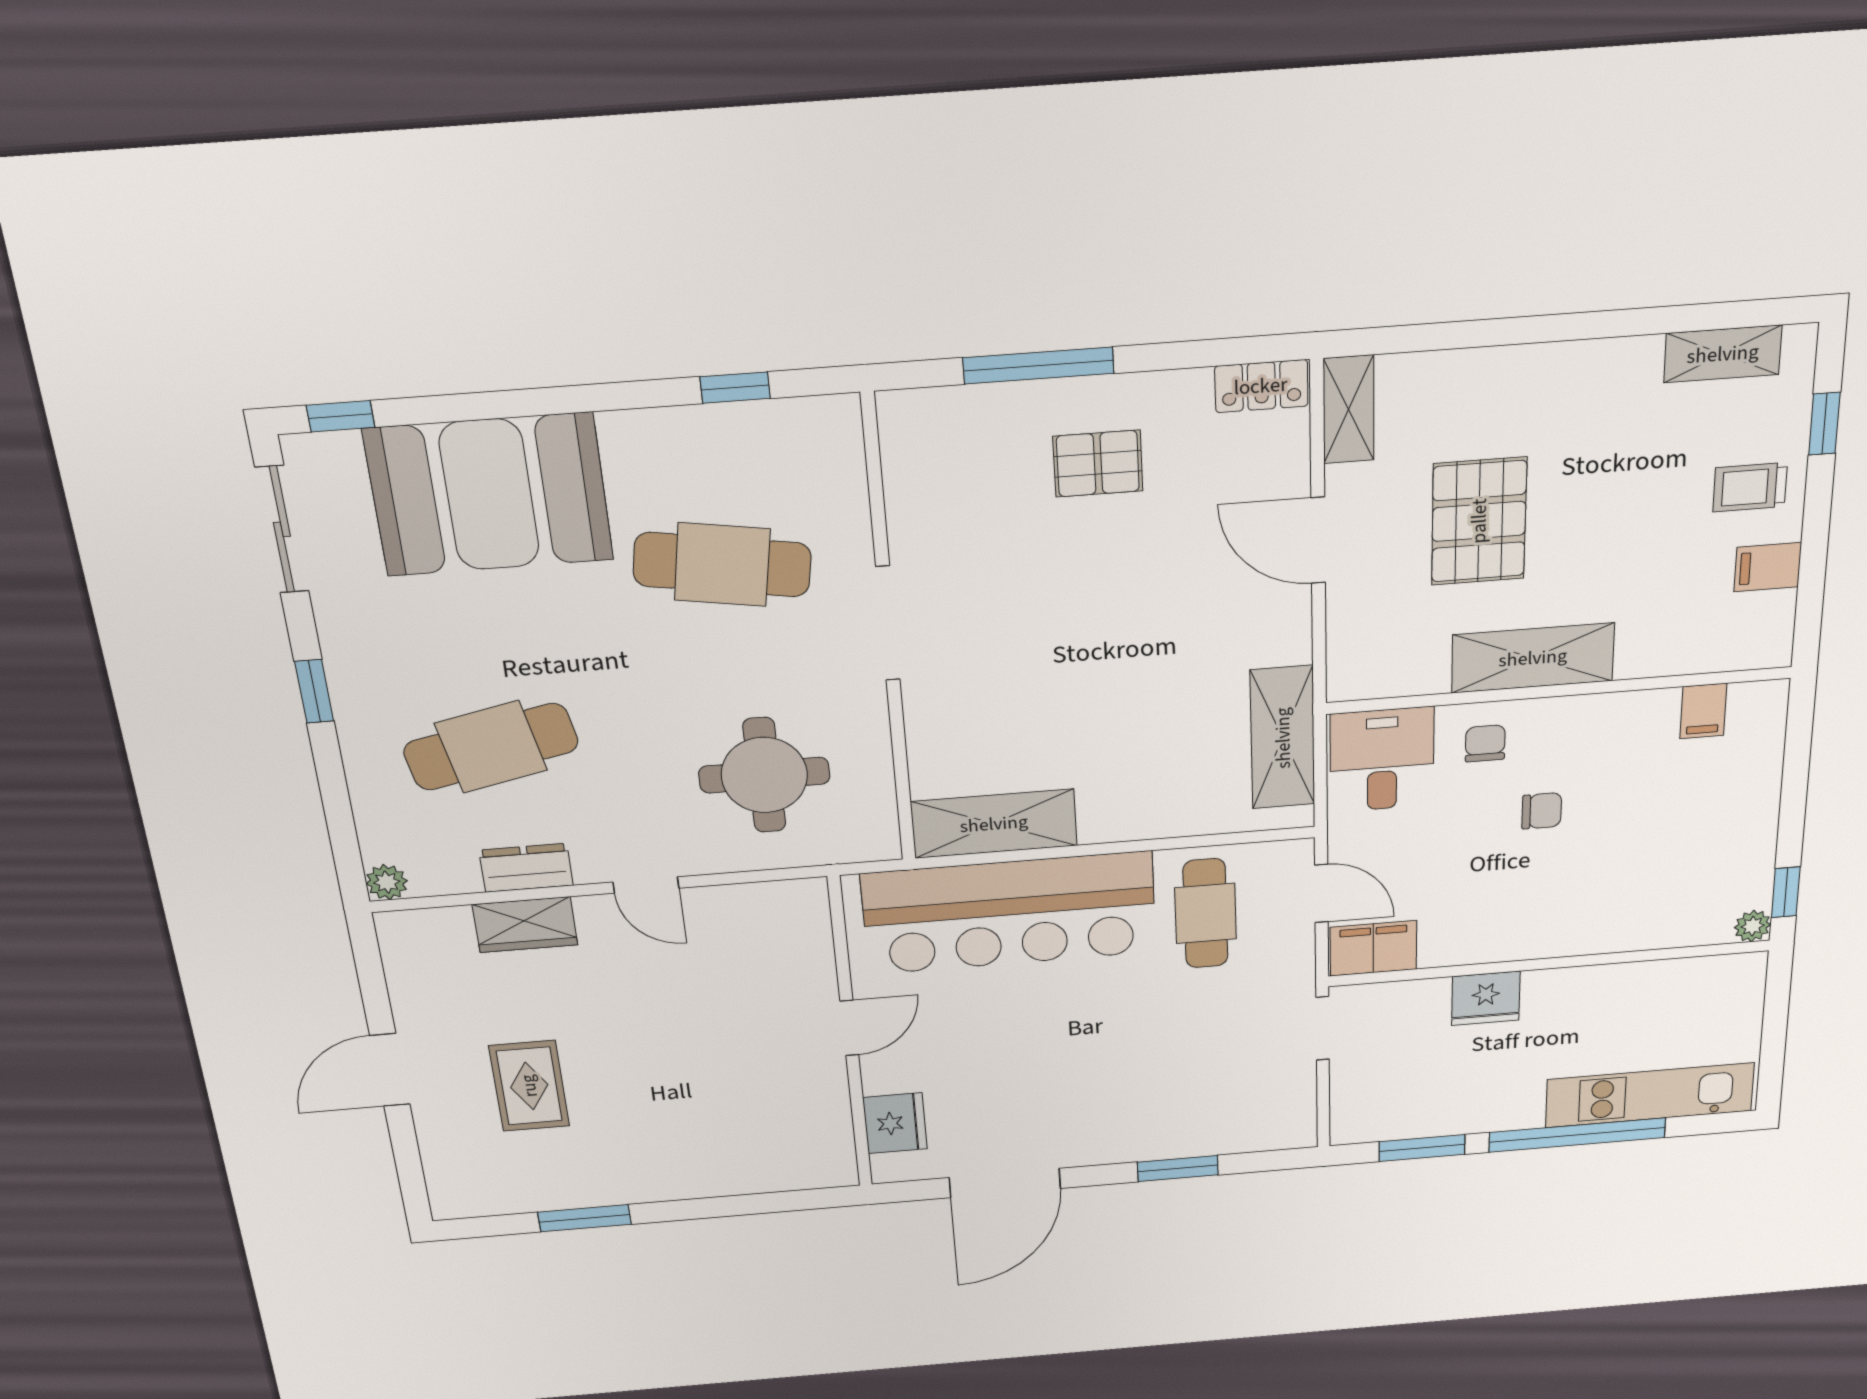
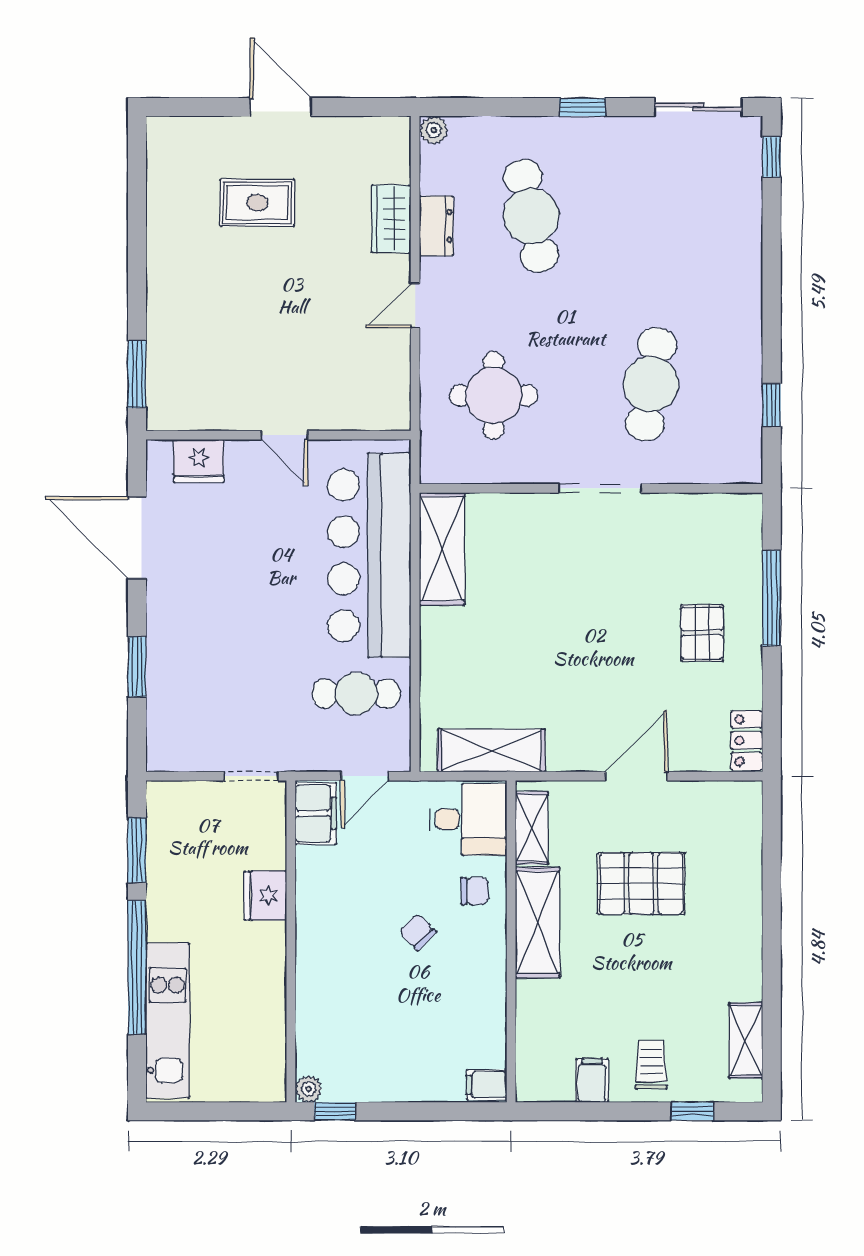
shelving: (1349, 410) -> (532, 828), moved, turned 90
booth: (489, 495) -> (712, 241), removed
filing cabinet: (1703, 711) -> (487, 1085), moved
chair: (1542, 811) -> (418, 932), turned 135
window: (584, 1218) -> (137, 374), moved

